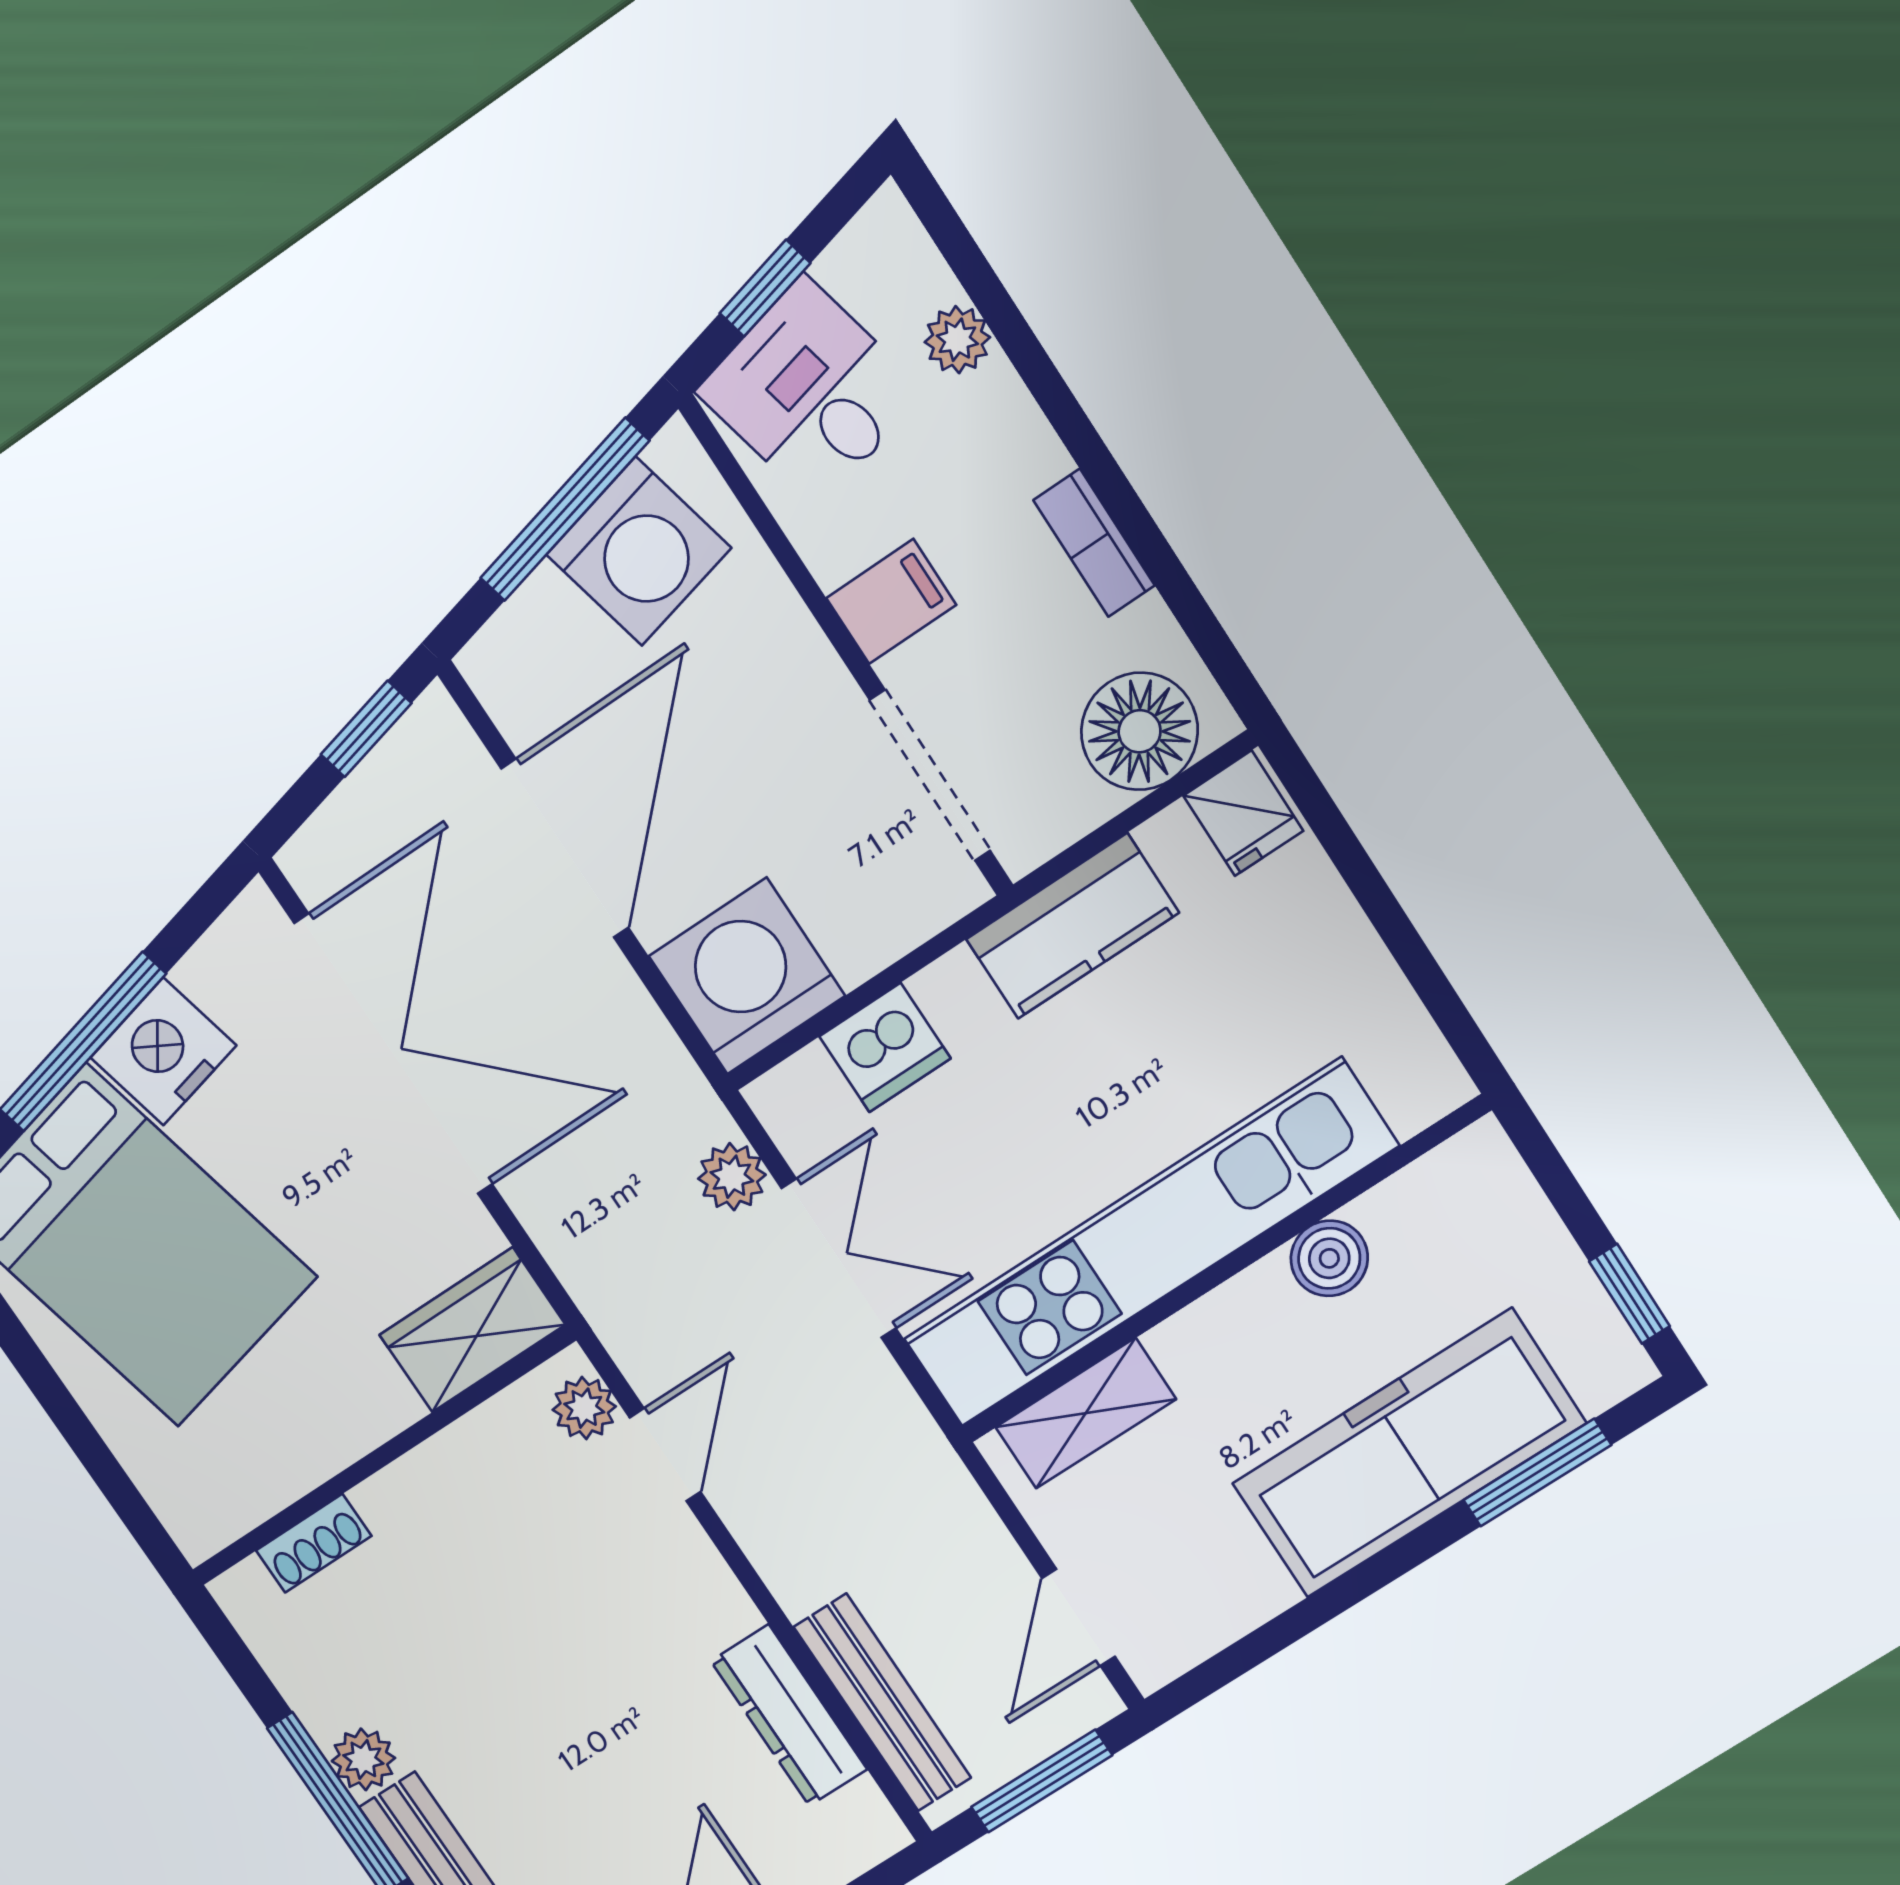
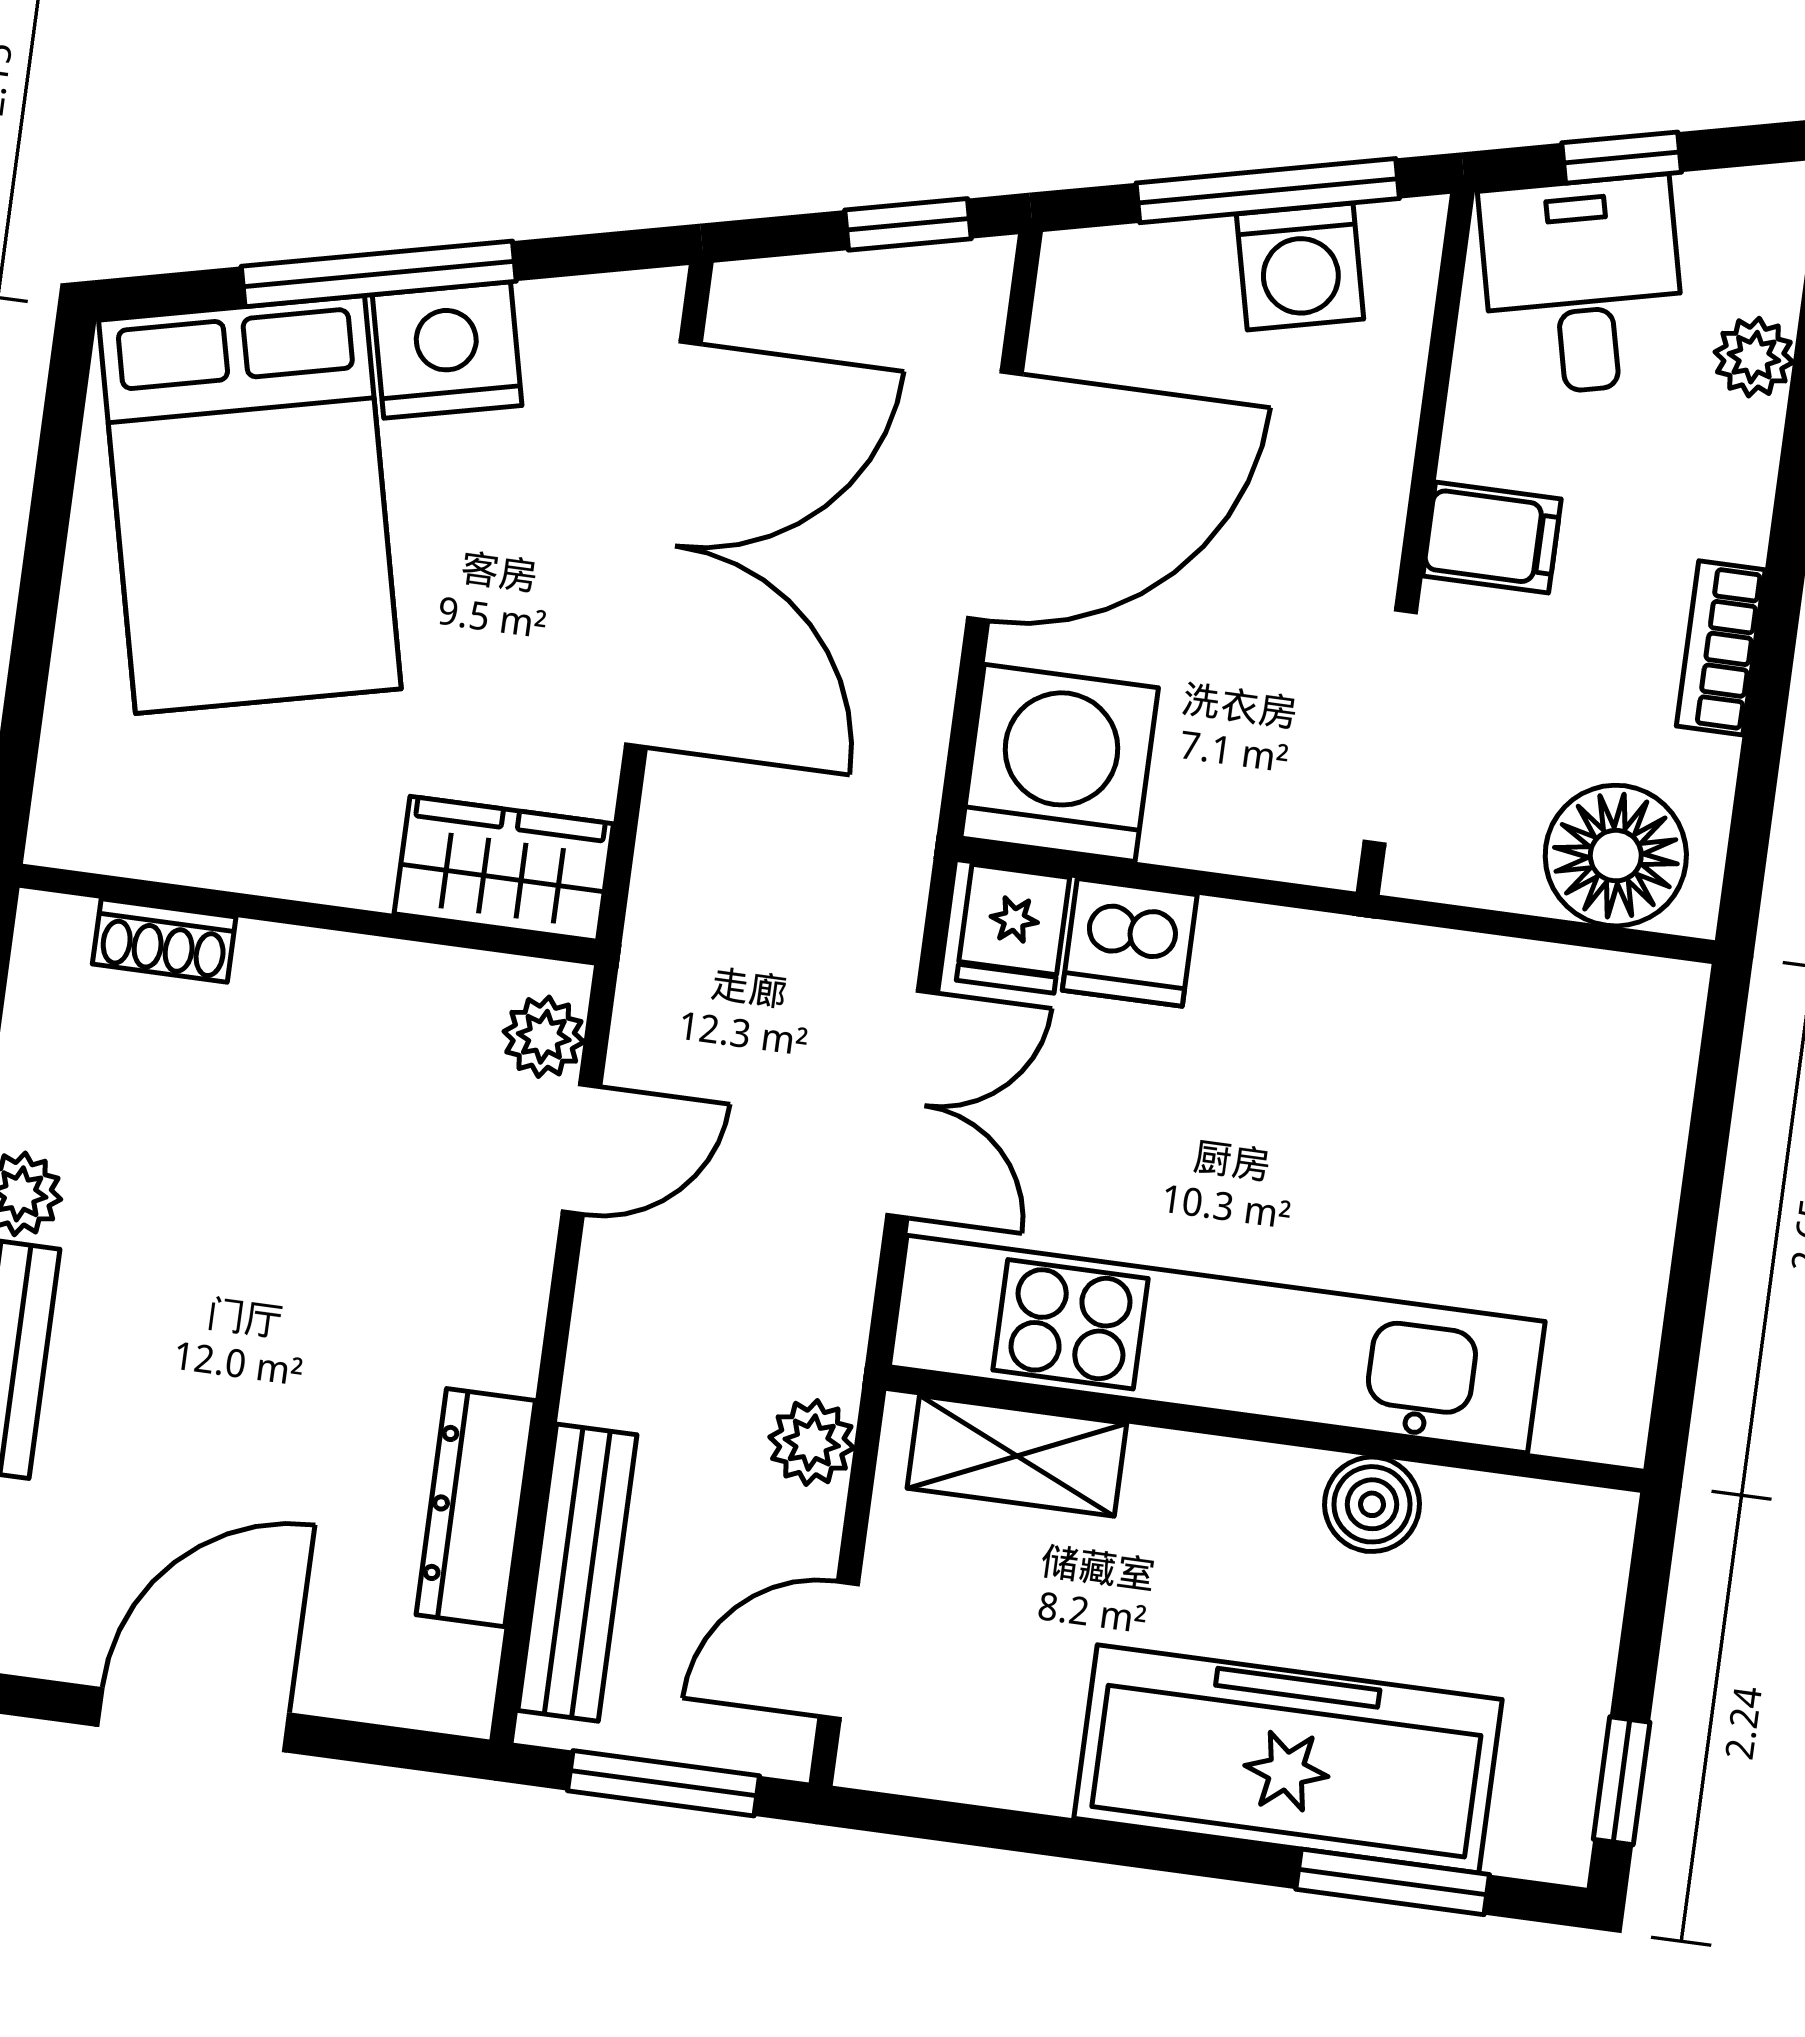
washing machine: (639, 551) -> (1300, 267), width x0.73, depth x0.73
fridge: (1243, 813) -> (1013, 929), moved
kitchen counter: (1072, 926) -> (1401, 981), removed
plant: (732, 1177) -> (812, 1442), moved

